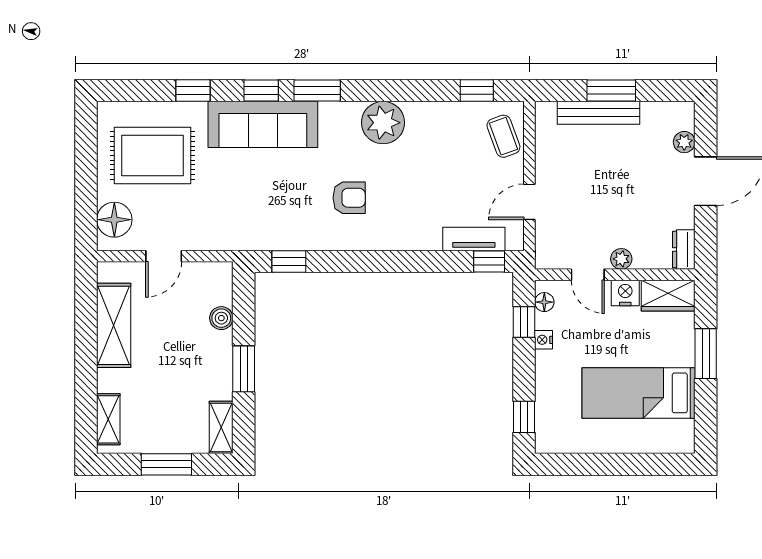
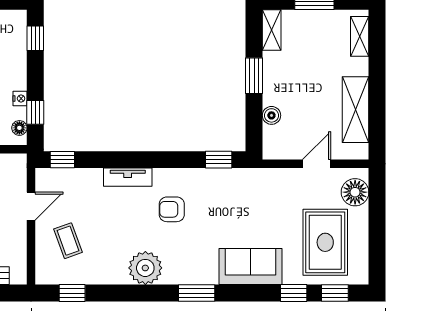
window: (261, 91) -> (335, 293), moved
sofa: (263, 124) -> (250, 267), width x0.73
coffee table: (503, 136) -> (68, 241), moved
rug: (152, 155) -> (325, 242), turned 90
tv unit: (474, 239) -> (128, 177), moved

